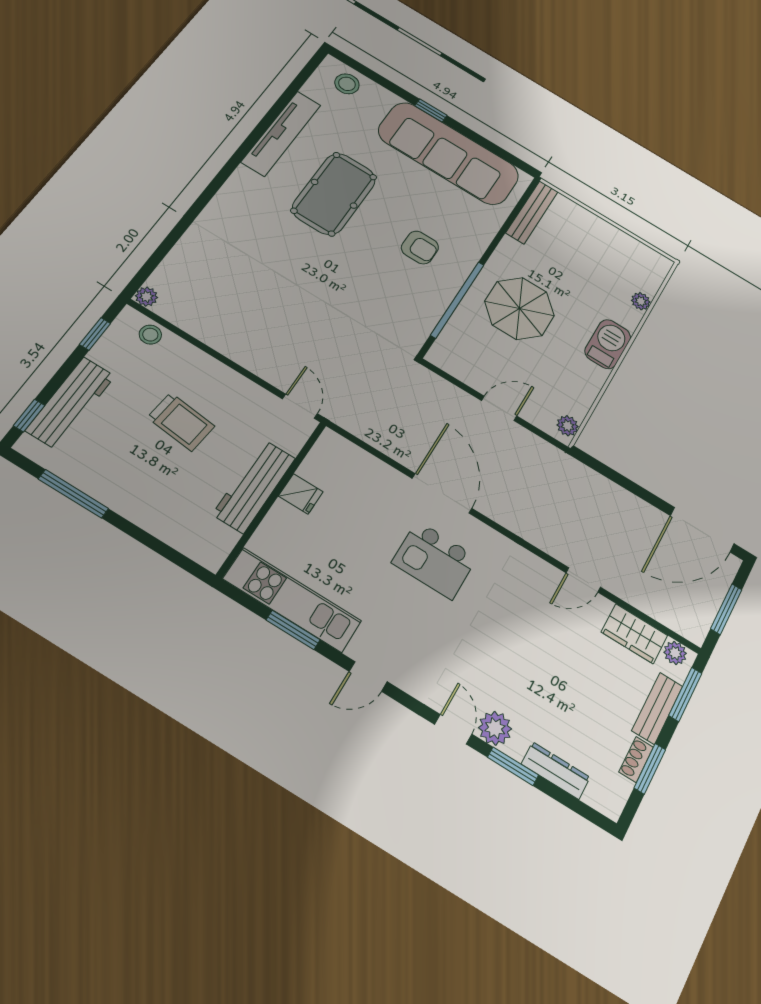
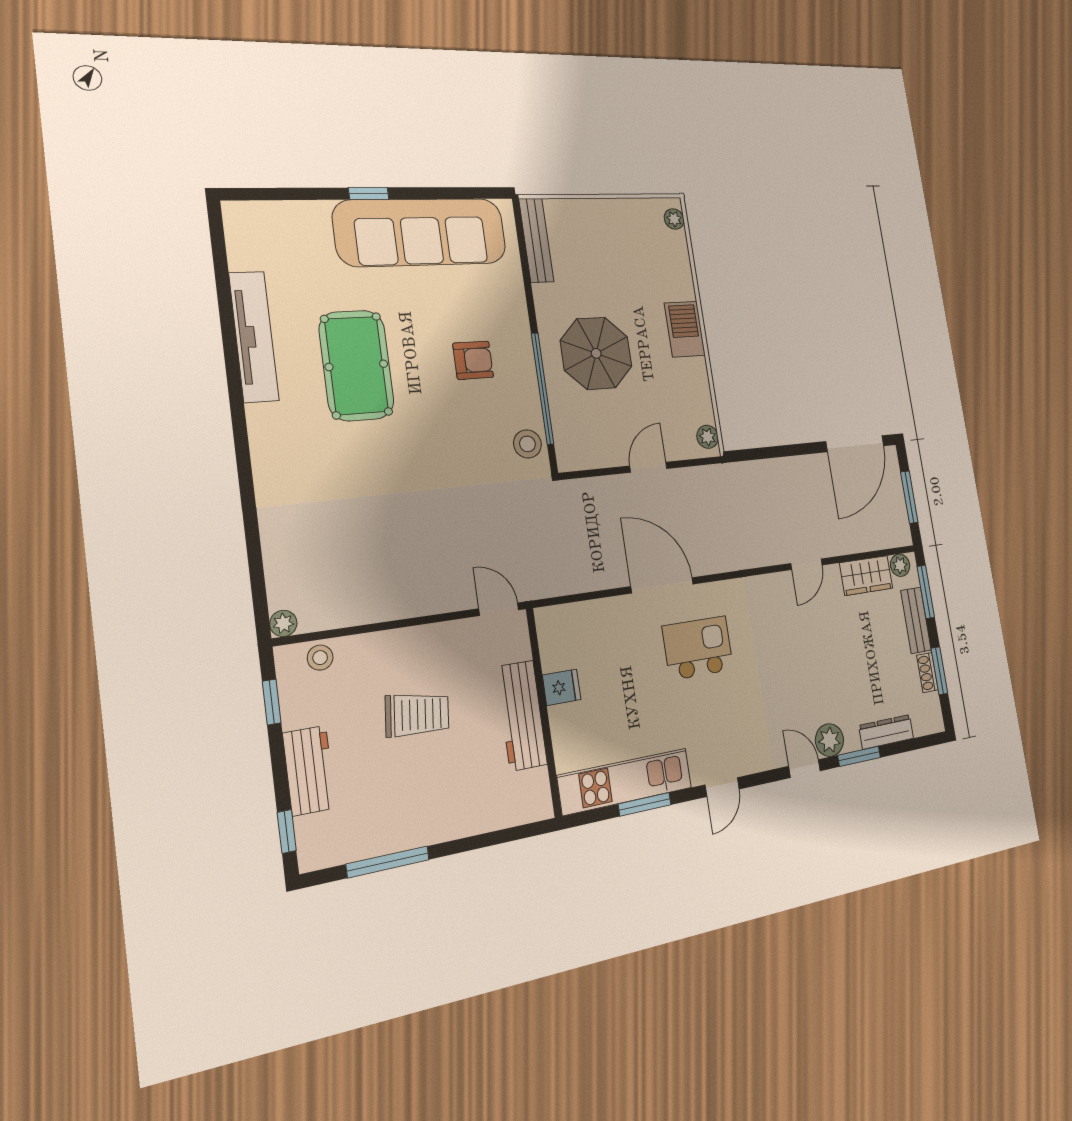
stool: (347, 84) -> (527, 444), moved
plant: (641, 301) -> (674, 219), moved
workbench: (70, 403) -> (309, 770), width x0.73
kitchen island: (434, 560) -> (698, 648), turned 180

